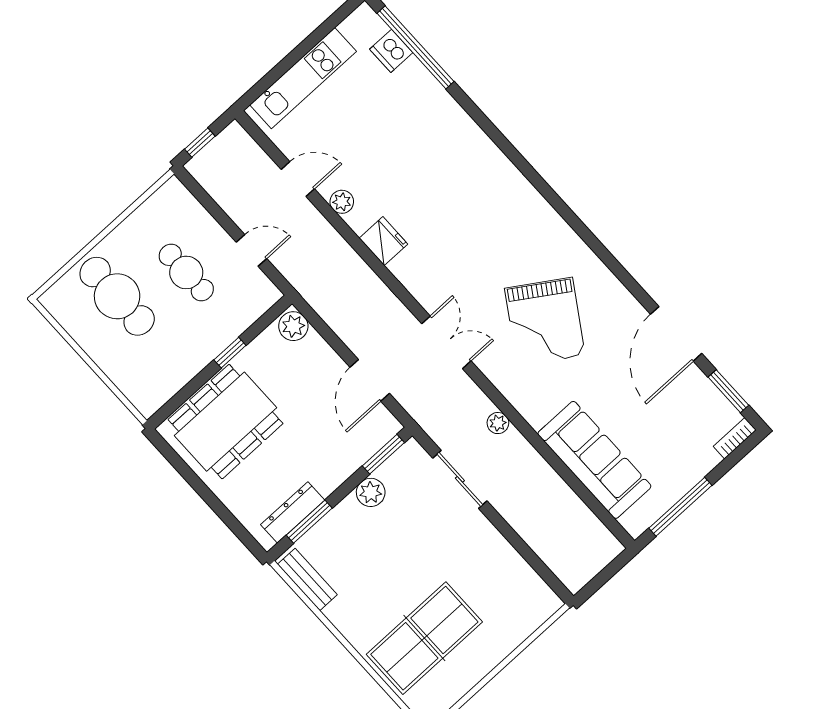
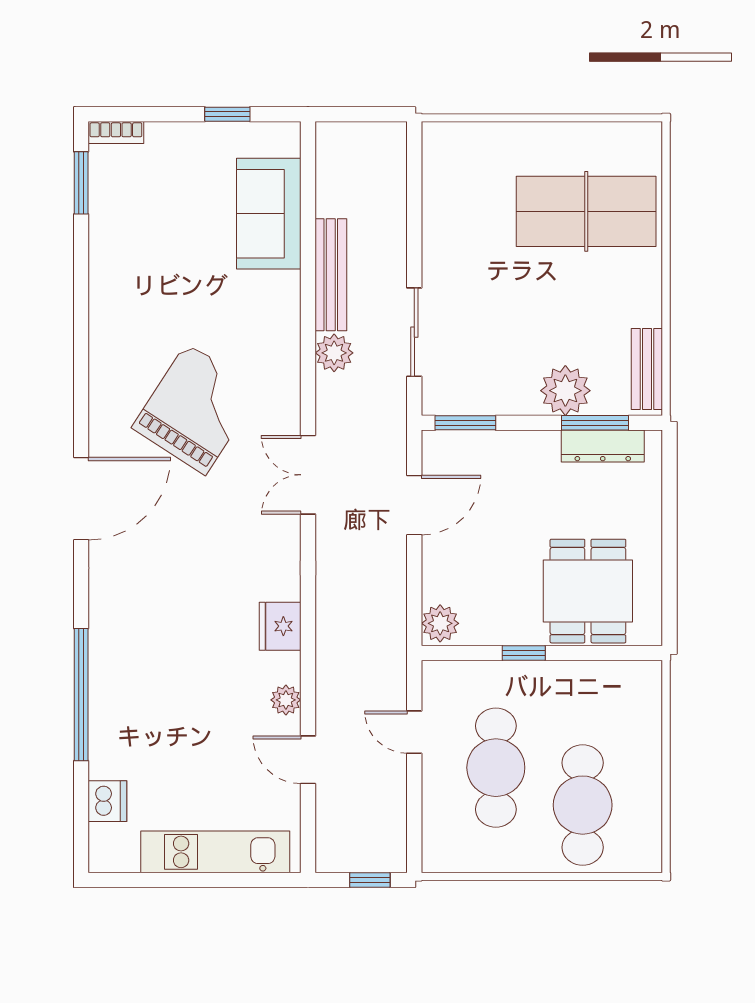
window: (415, 47) -> (81, 695), moved
cafe table: (186, 272) -> (496, 768), width x1.37, depth x1.35
door: (676, 334) -> (81, 499), moved
dining table: (226, 422) -> (588, 591), width x0.73
plant: (498, 423) -> (334, 353), width x1.38, depth x1.38
sofa: (594, 460) -> (269, 214), width x0.73
bench: (538, 469) -> (331, 275), added
plant: (371, 492) -> (565, 391), moved, width x1.36, depth x1.36
window: (680, 507) -> (227, 114), width x0.46

